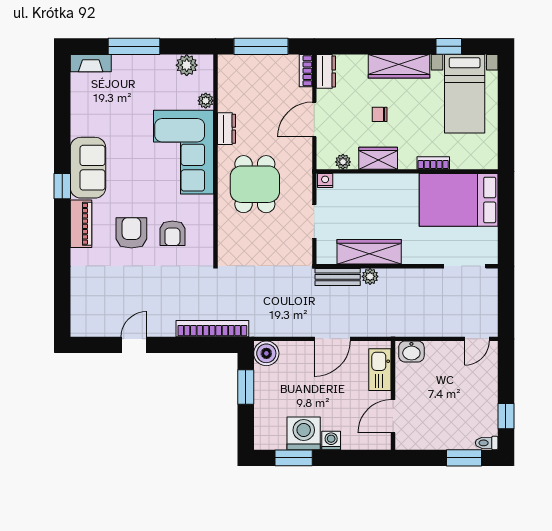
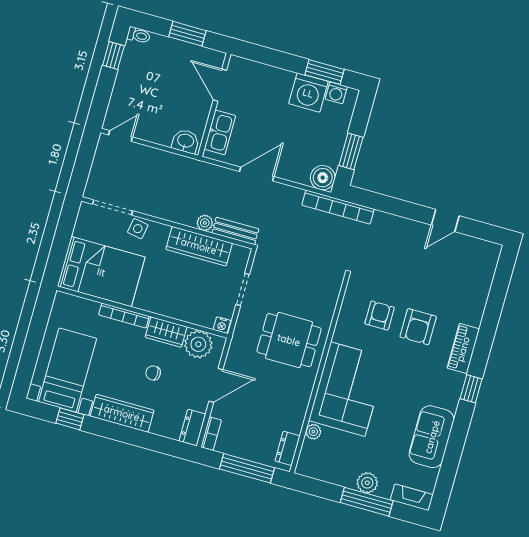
plant: (187, 65) -> (367, 483), moved
chair: (380, 114) -> (153, 373), turned 180
dresser: (226, 129) -> (288, 448), moved
plant: (343, 162) -> (198, 344), width x1.88, depth x1.88
bookcase: (433, 163) -> (124, 316), width x1.56
sofa: (88, 168) -> (432, 437), moved
dining table: (255, 184) -> (289, 340), turned 90
side table: (434, 252) -> (138, 229), added
bookcase: (212, 329) -> (338, 207), moved
door: (393, 416) -> (220, 85), swing flipped
washing machine: (331, 441) -> (336, 93), moved
window: (464, 458) -> (187, 34), moved

